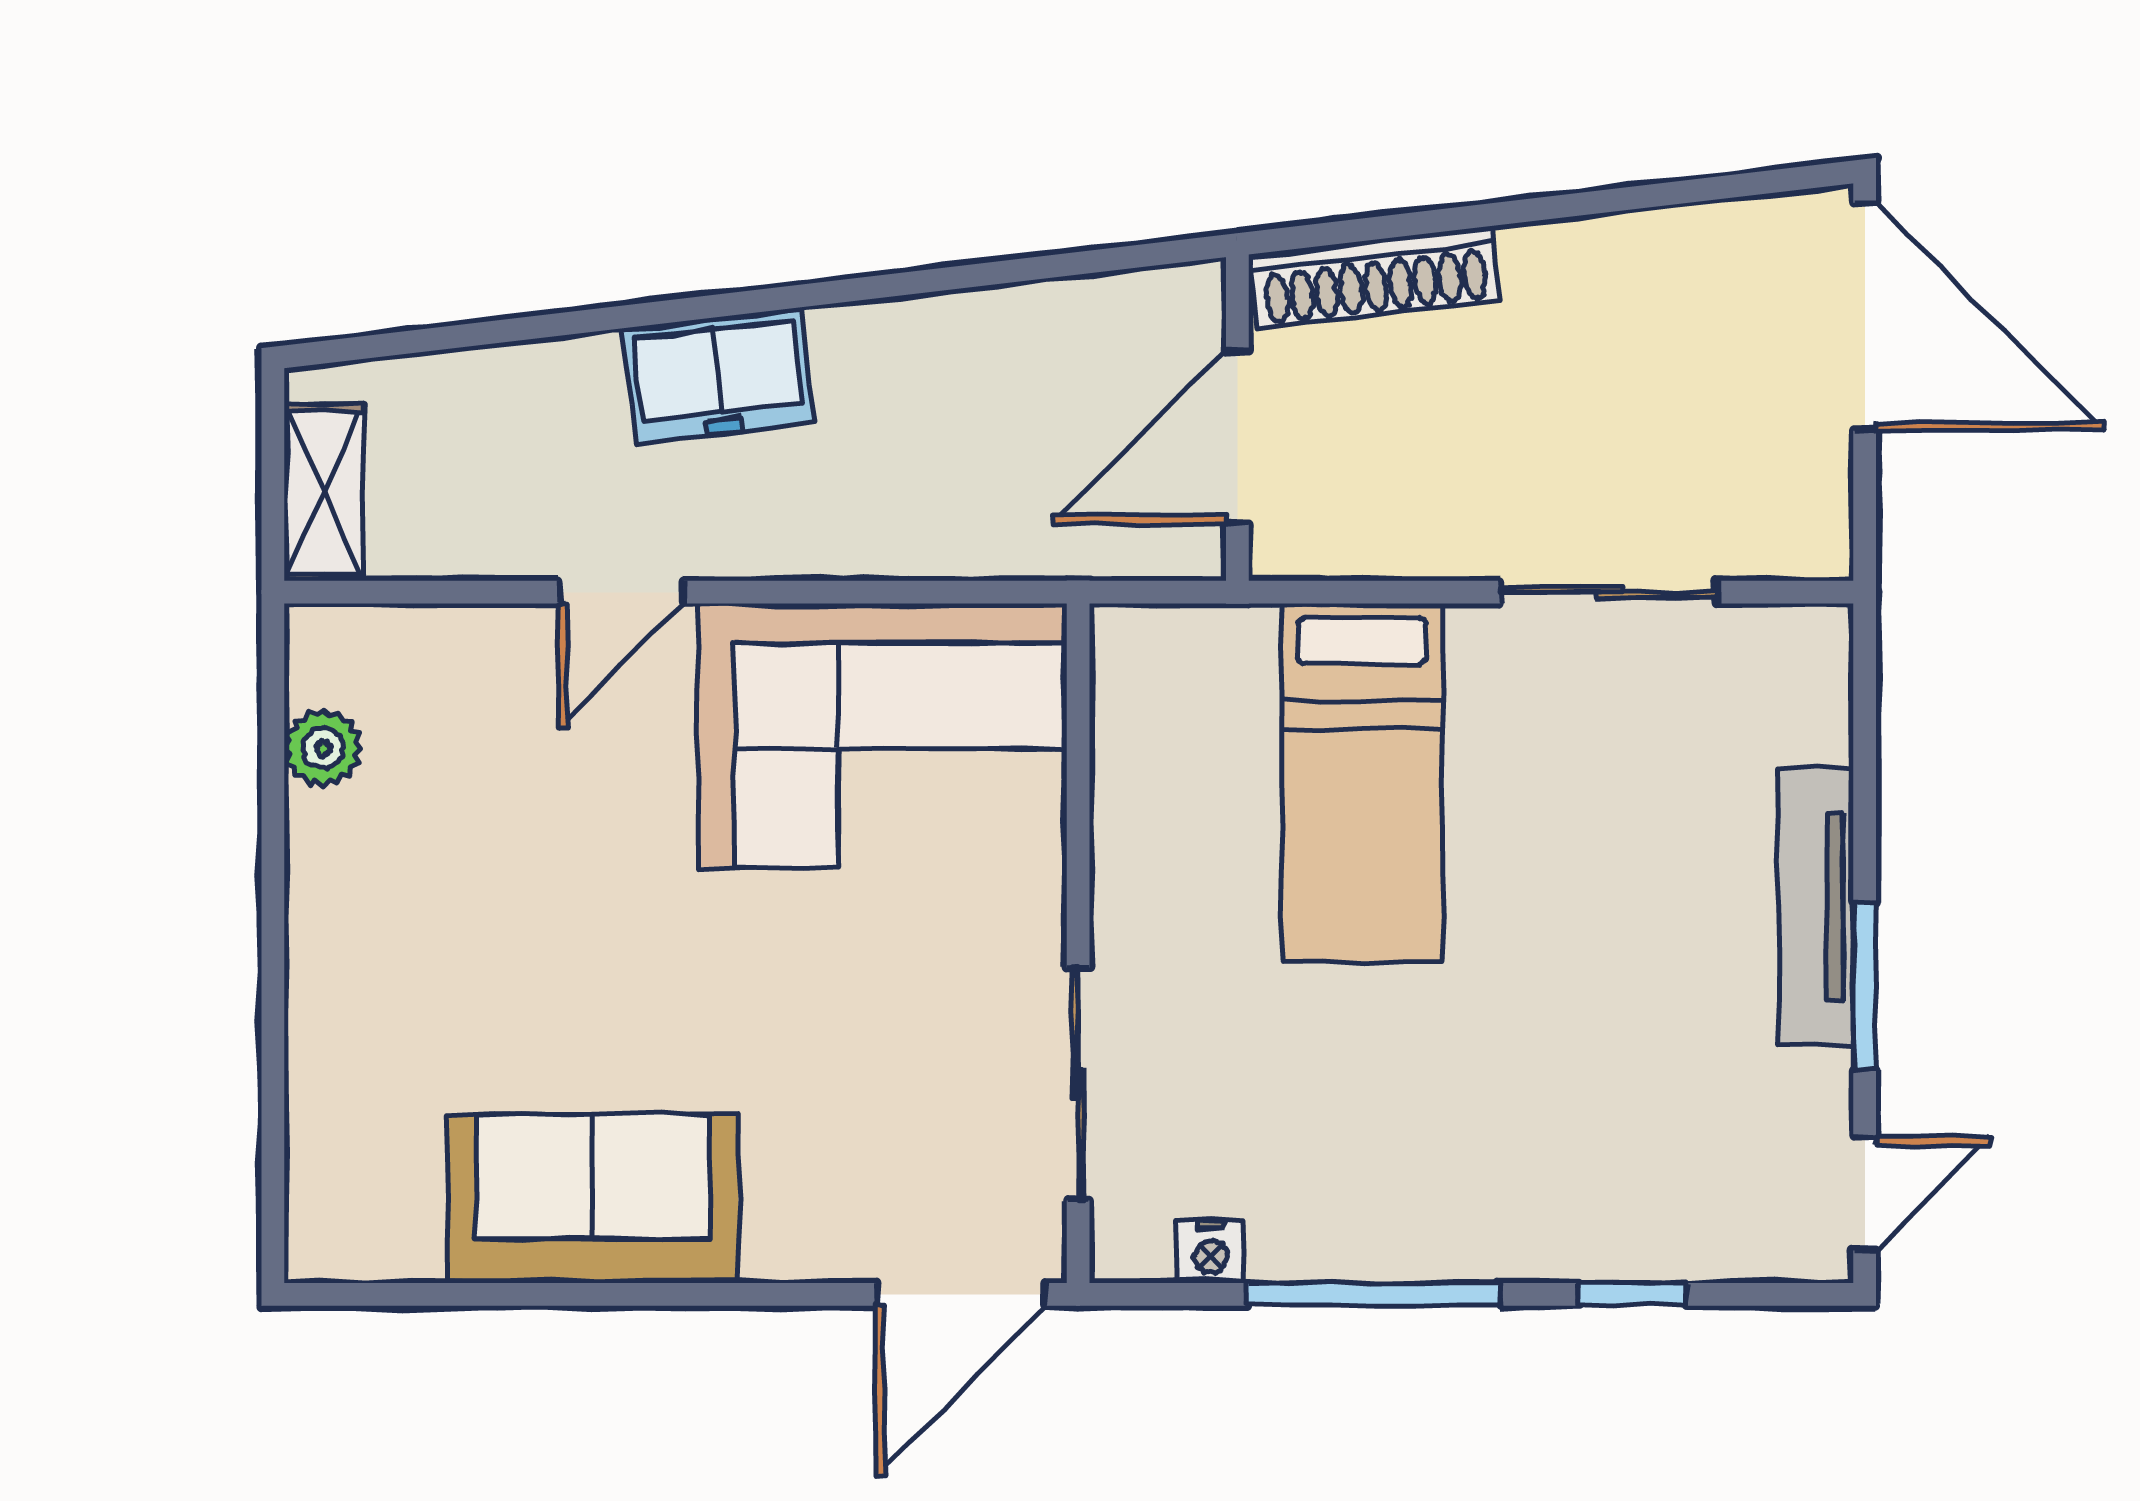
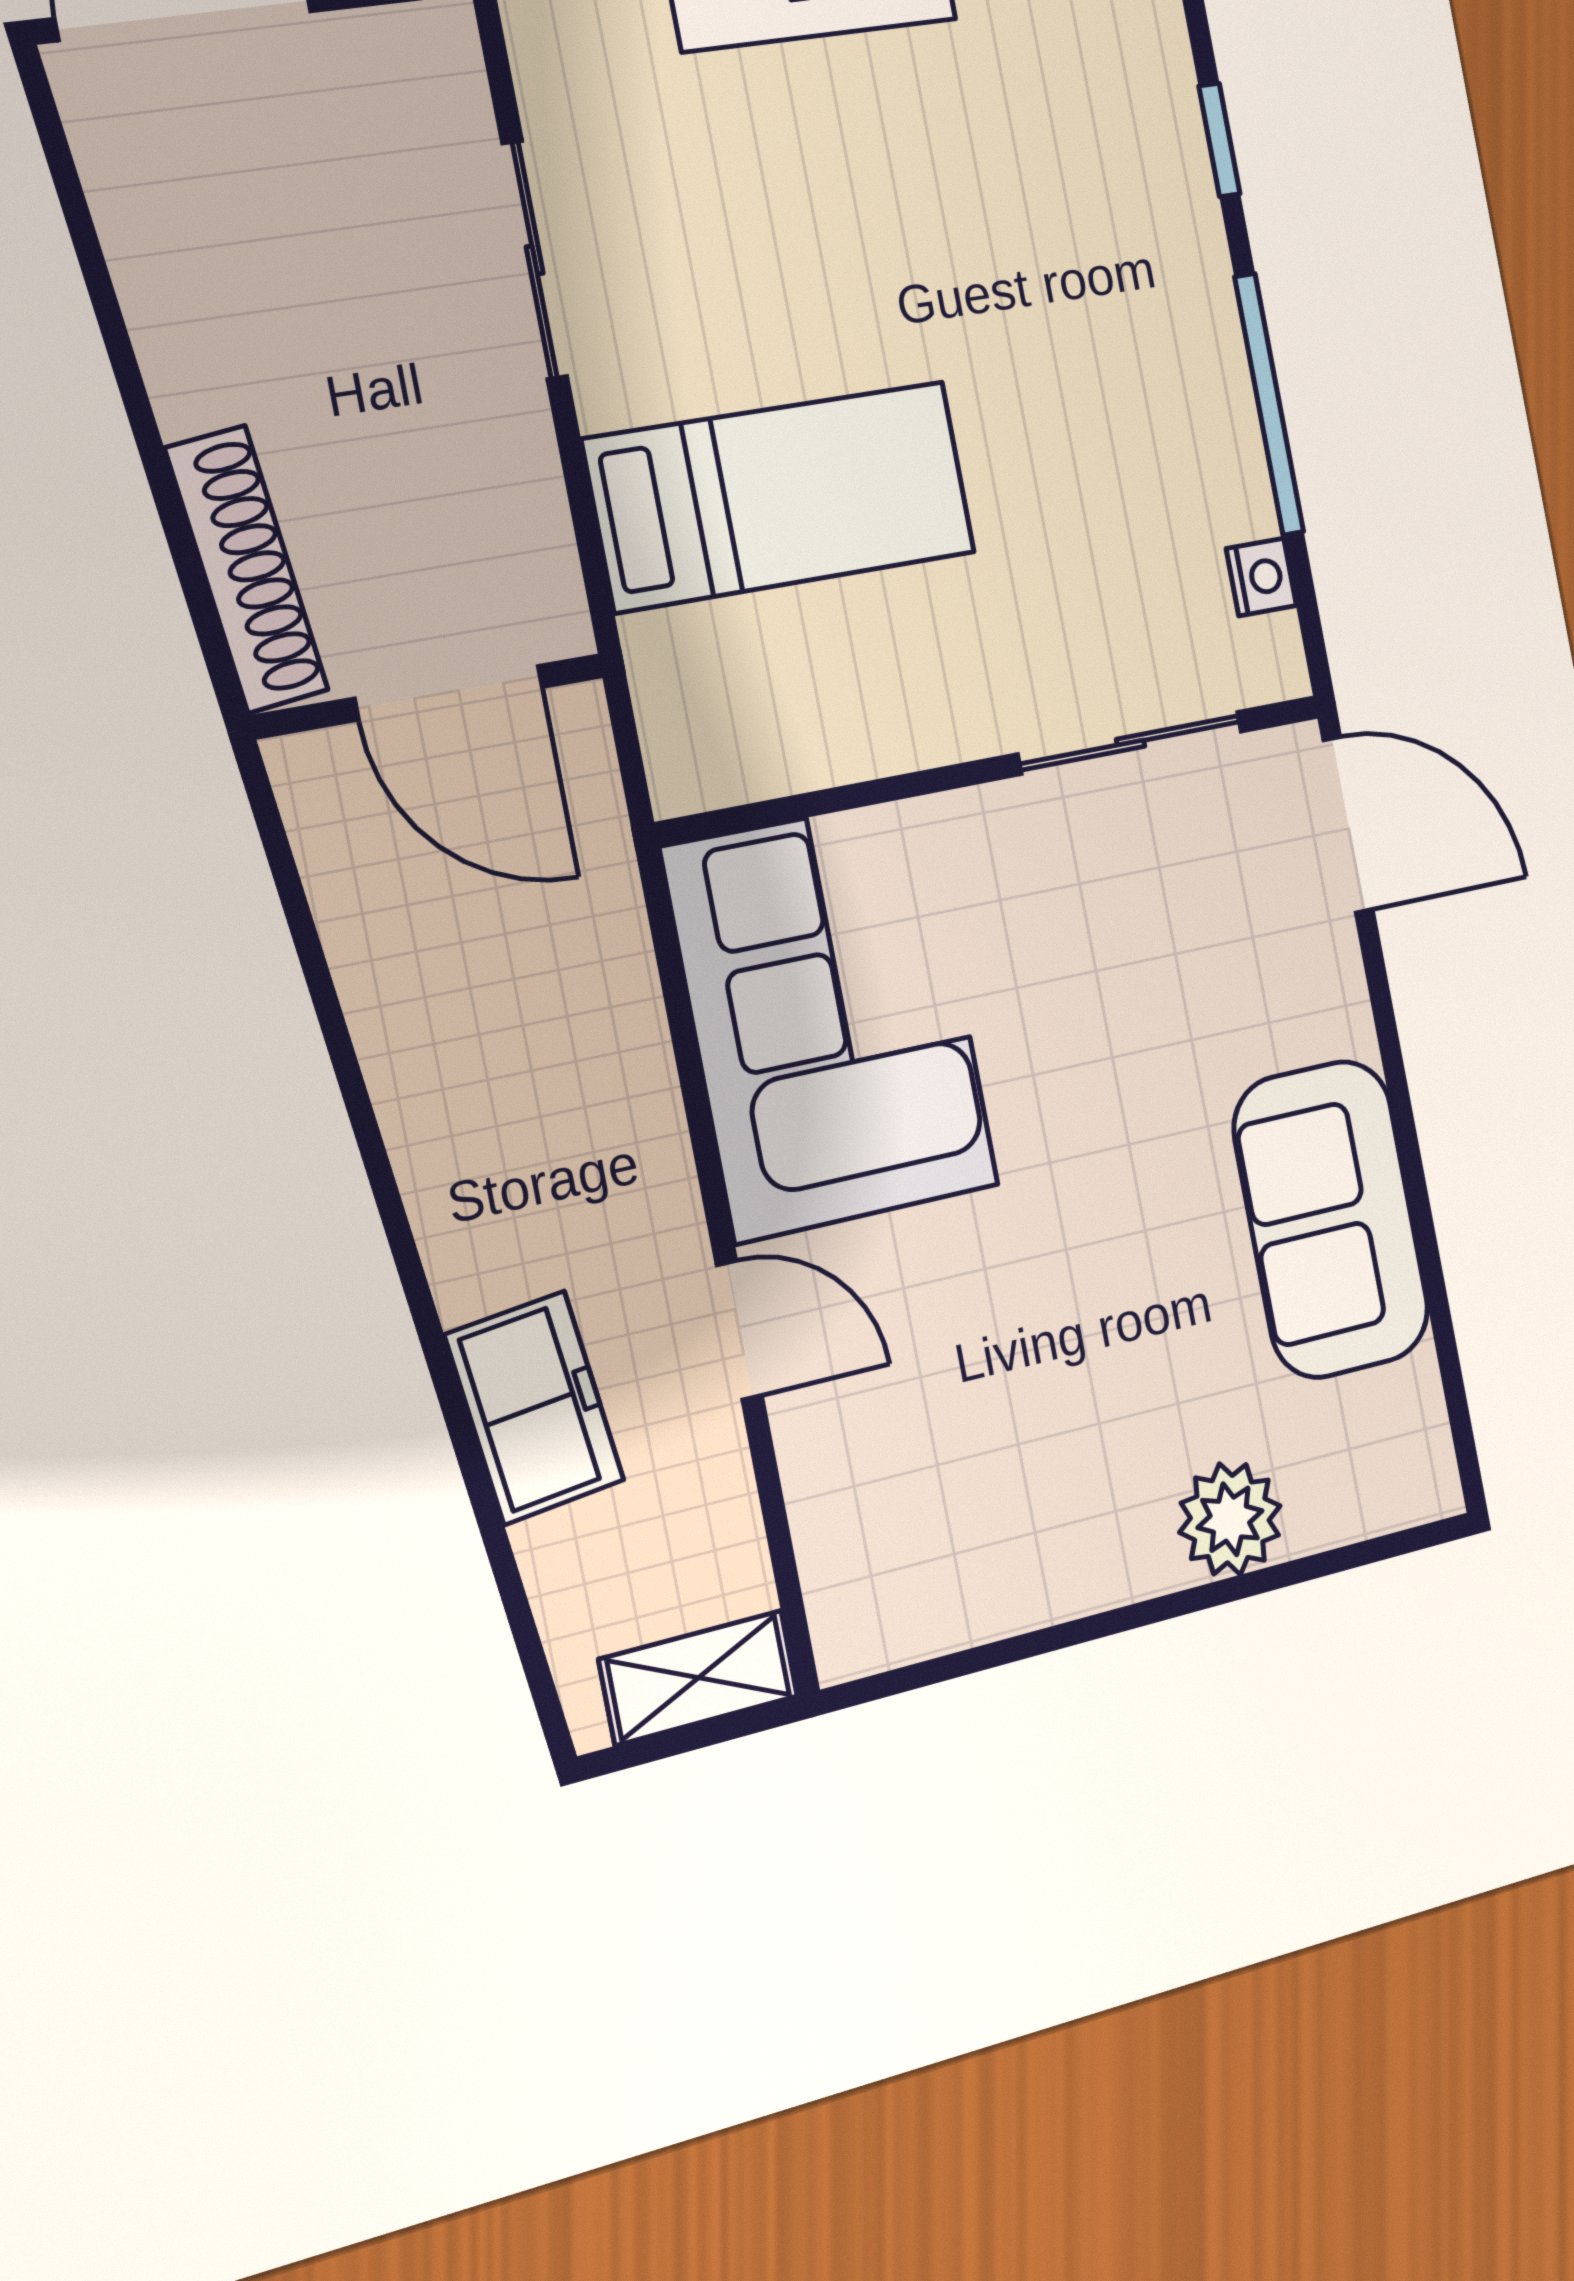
freezer: (719, 376) -> (534, 1408), moved
plant: (323, 748) -> (1230, 1519), moved, width x1.38, depth x1.38

